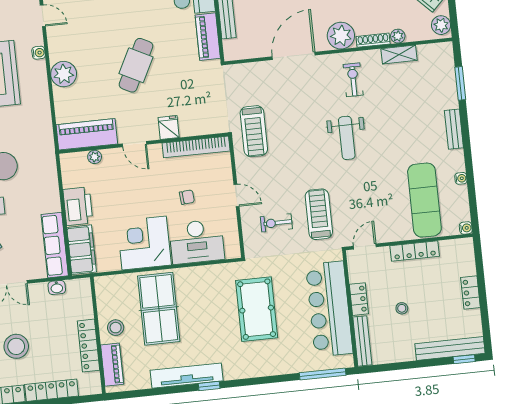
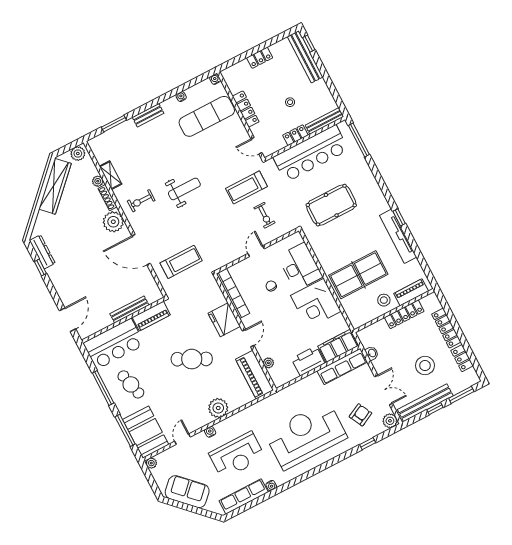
fridge: (169, 127) -> (224, 320), width x1.88, depth x1.34
treadmill: (254, 131) -> (181, 262), moved

